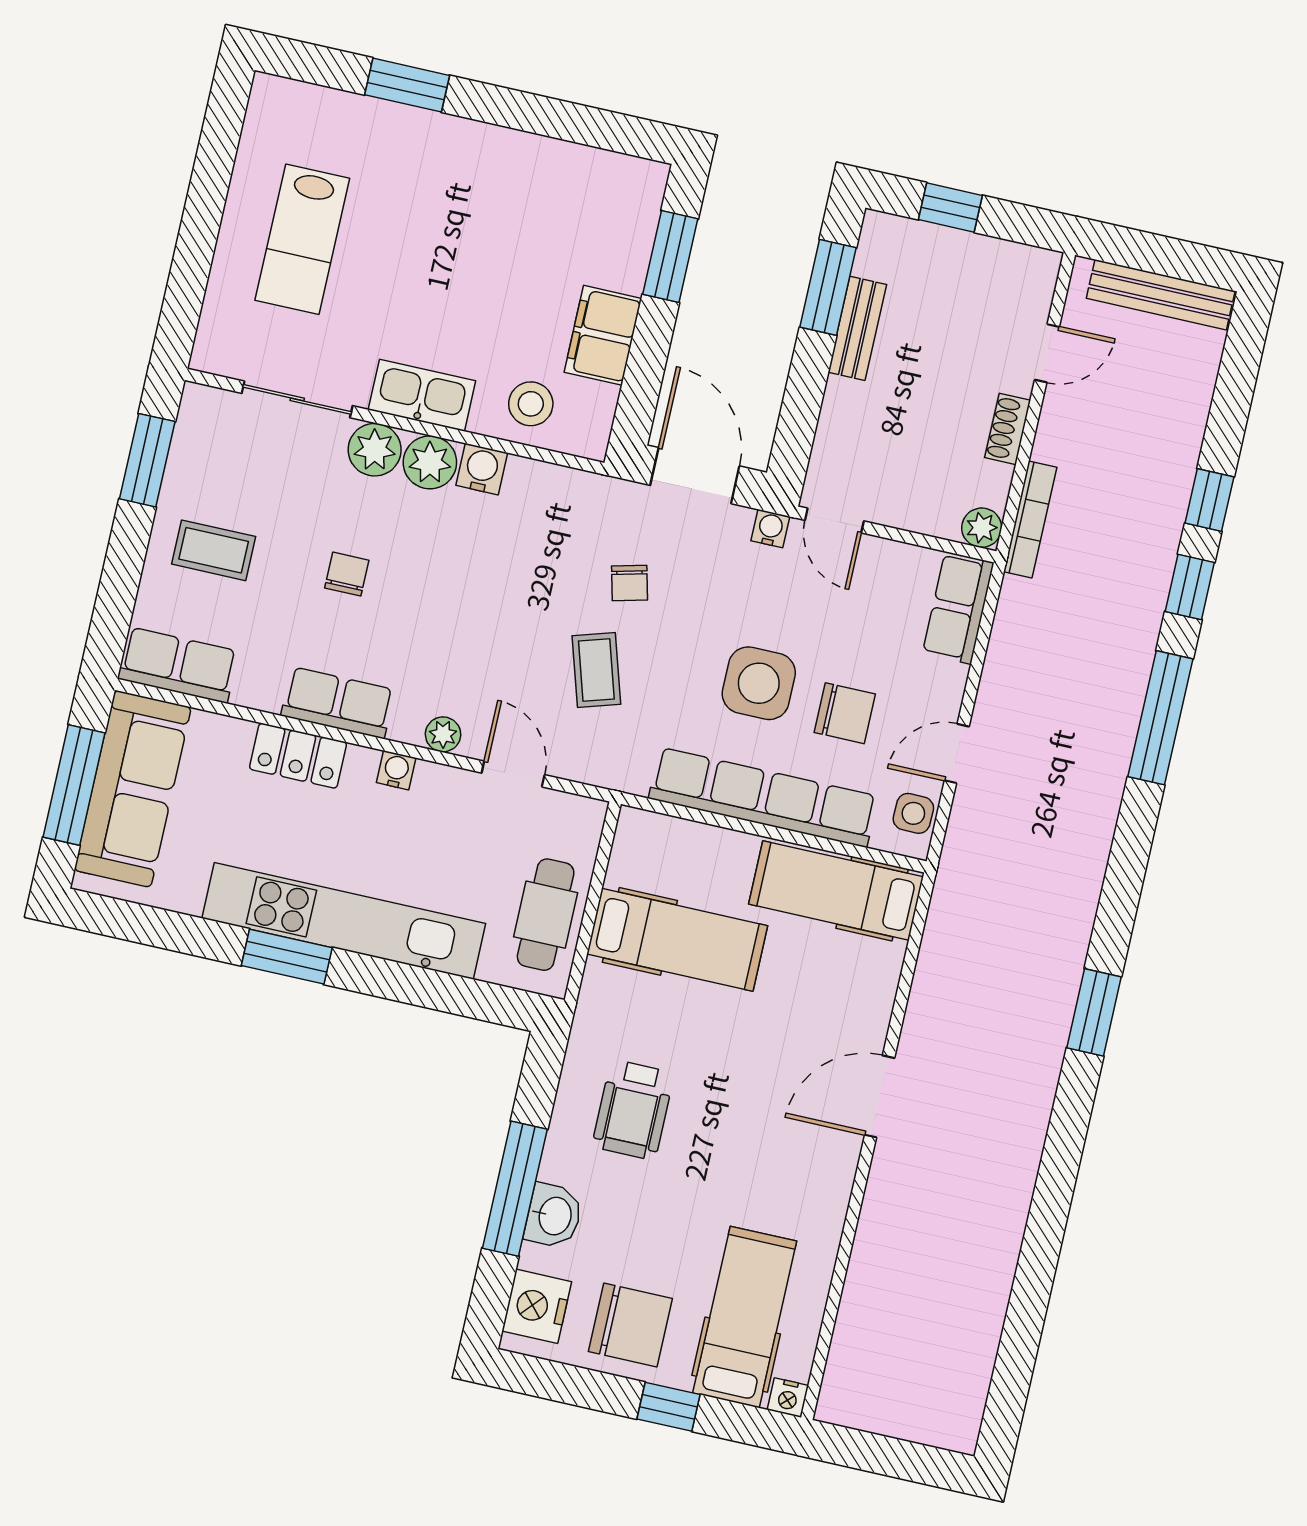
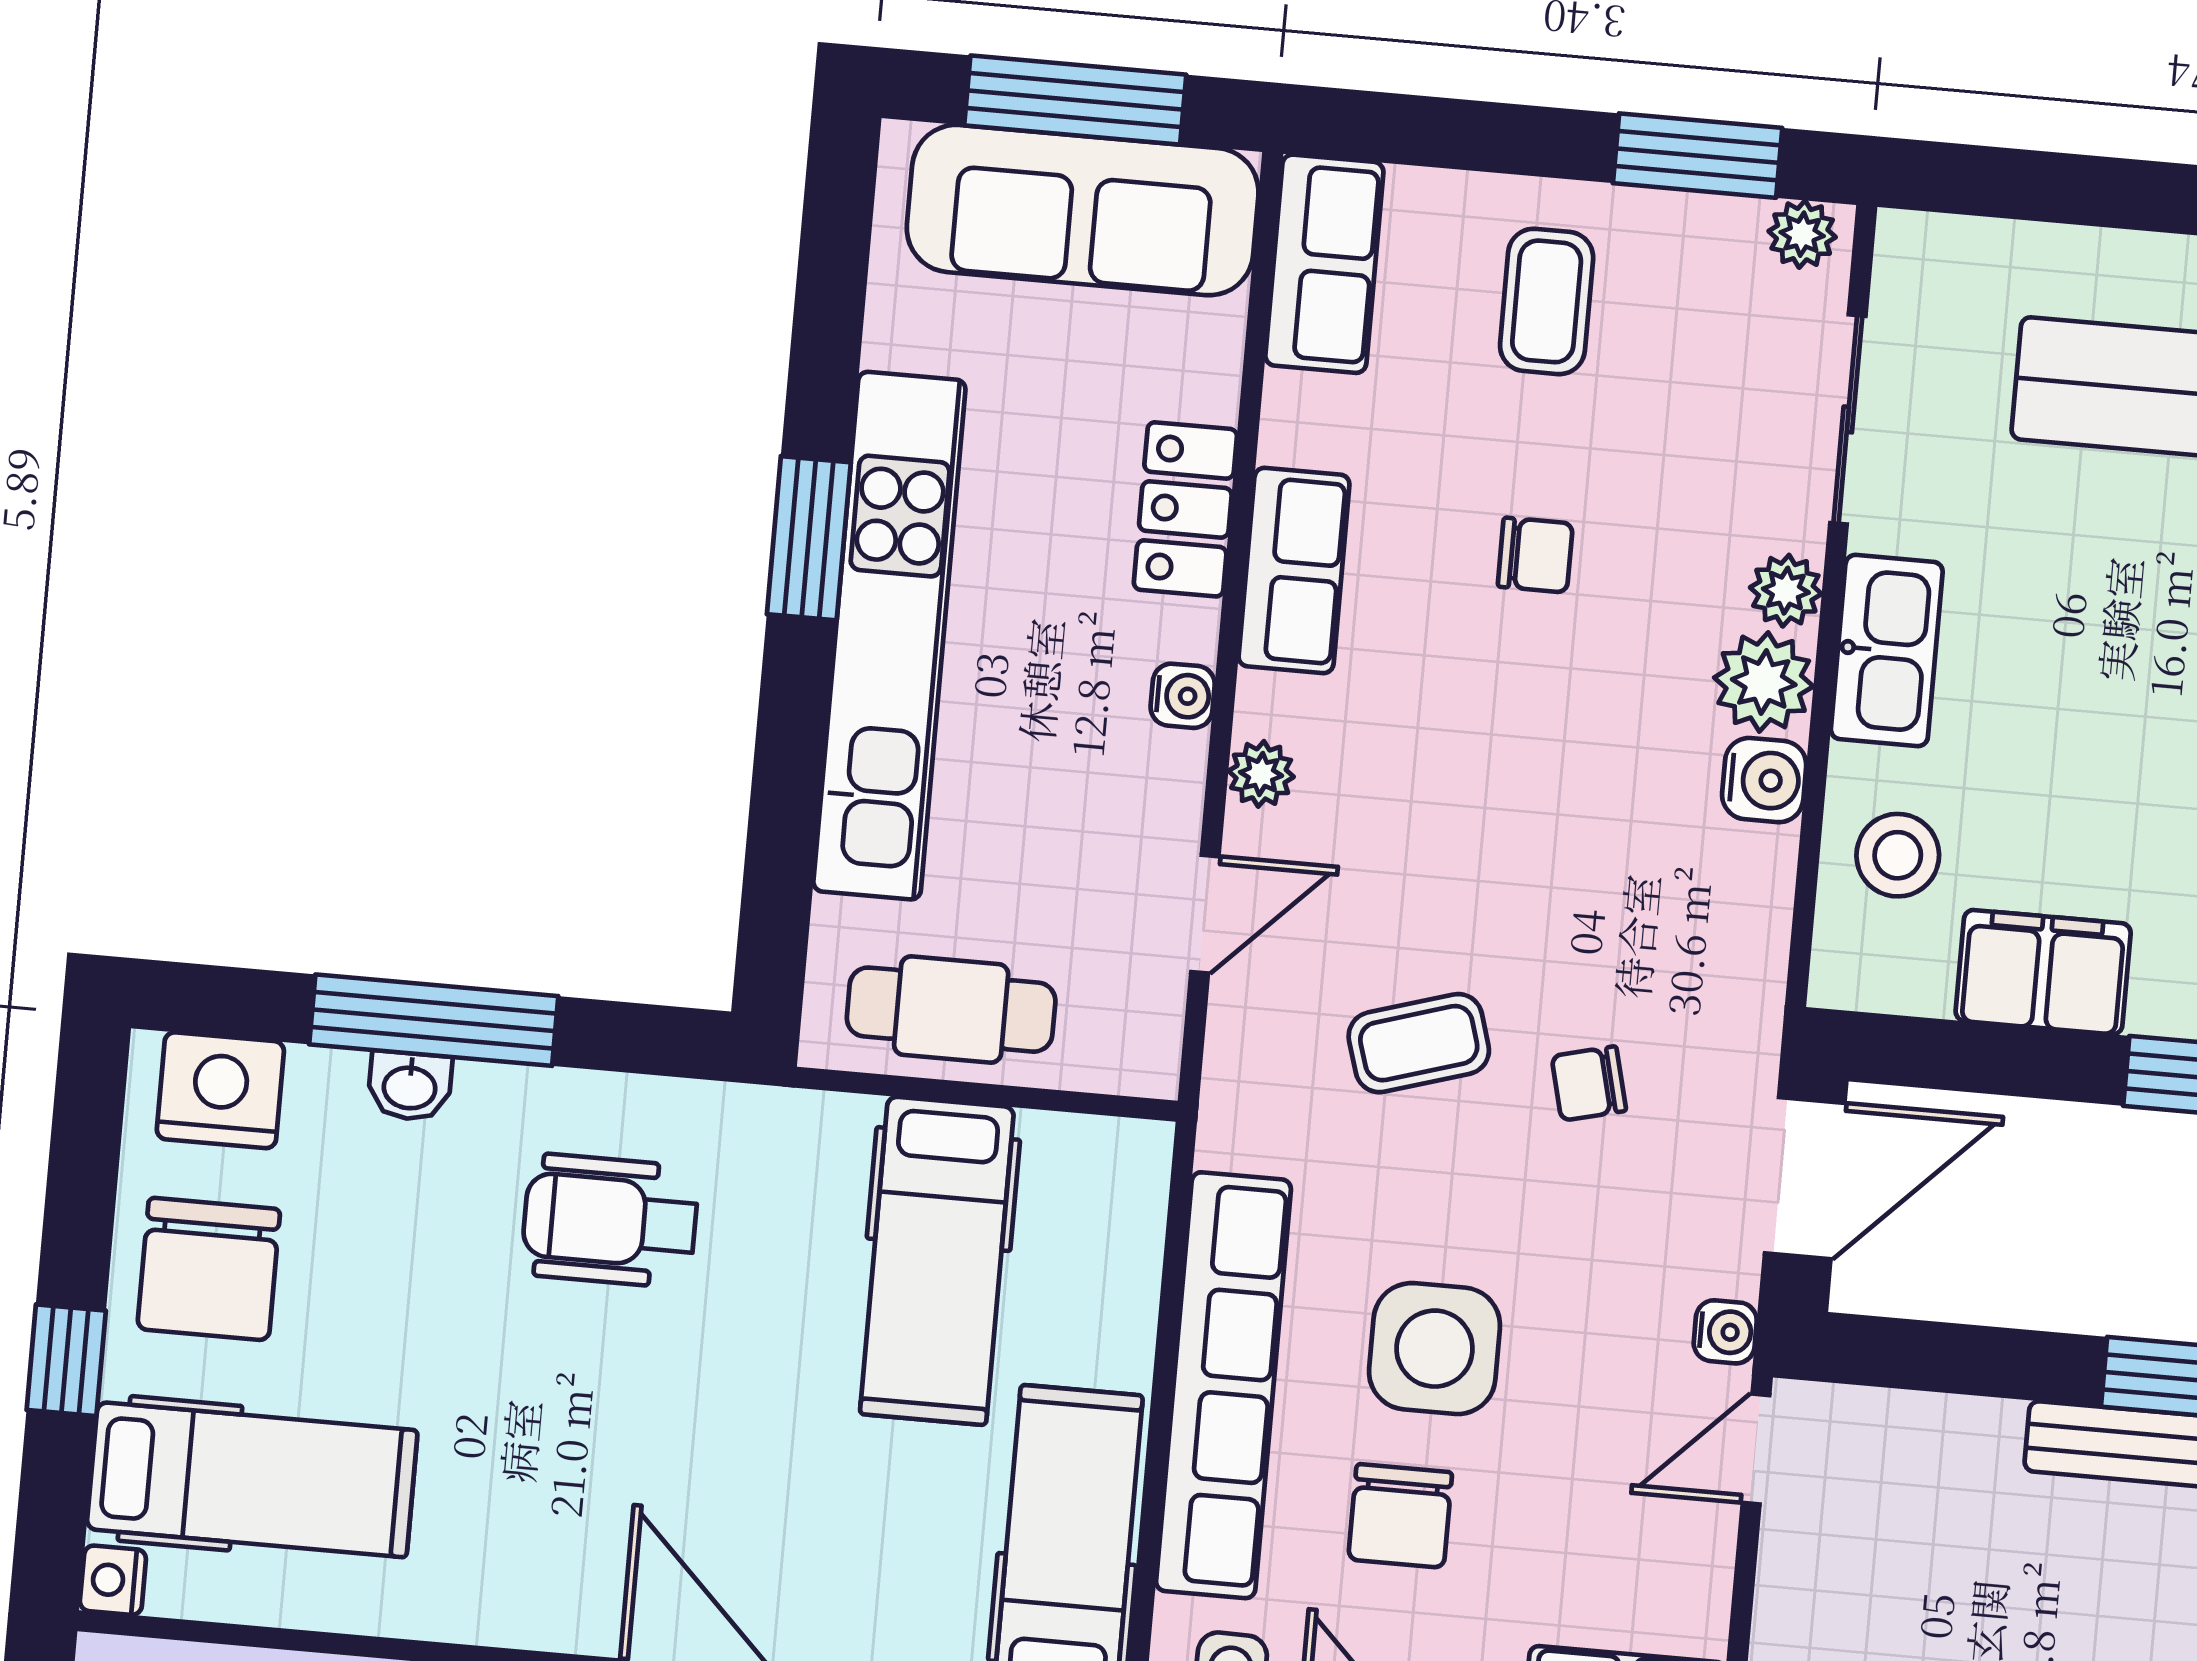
plant: (196, 411) -> (1802, 234), added
plant: (375, 450) -> (1786, 591), width x0.73, depth x0.73
washbasin: (554, 1216) -> (410, 1086), width x0.72, depth x0.69

